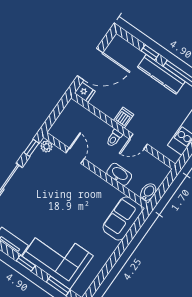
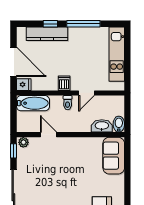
door: (90, 64) -> (13, 62), hinge flipped
kitchen counter: (161, 74) -> (47, 34), moved
bathtub: (81, 116) -> (33, 103), added
washbasin: (119, 174) -> (102, 126), moved

